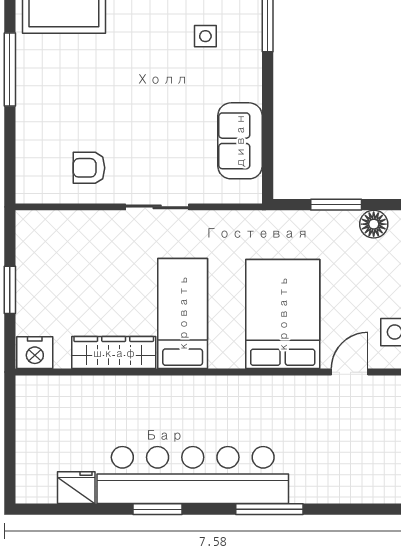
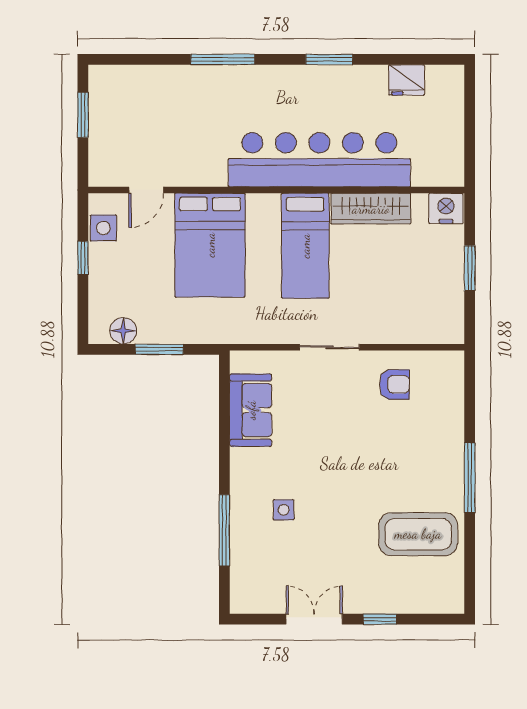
bar counter: (193, 475) -> (319, 160), moved, turned 180

